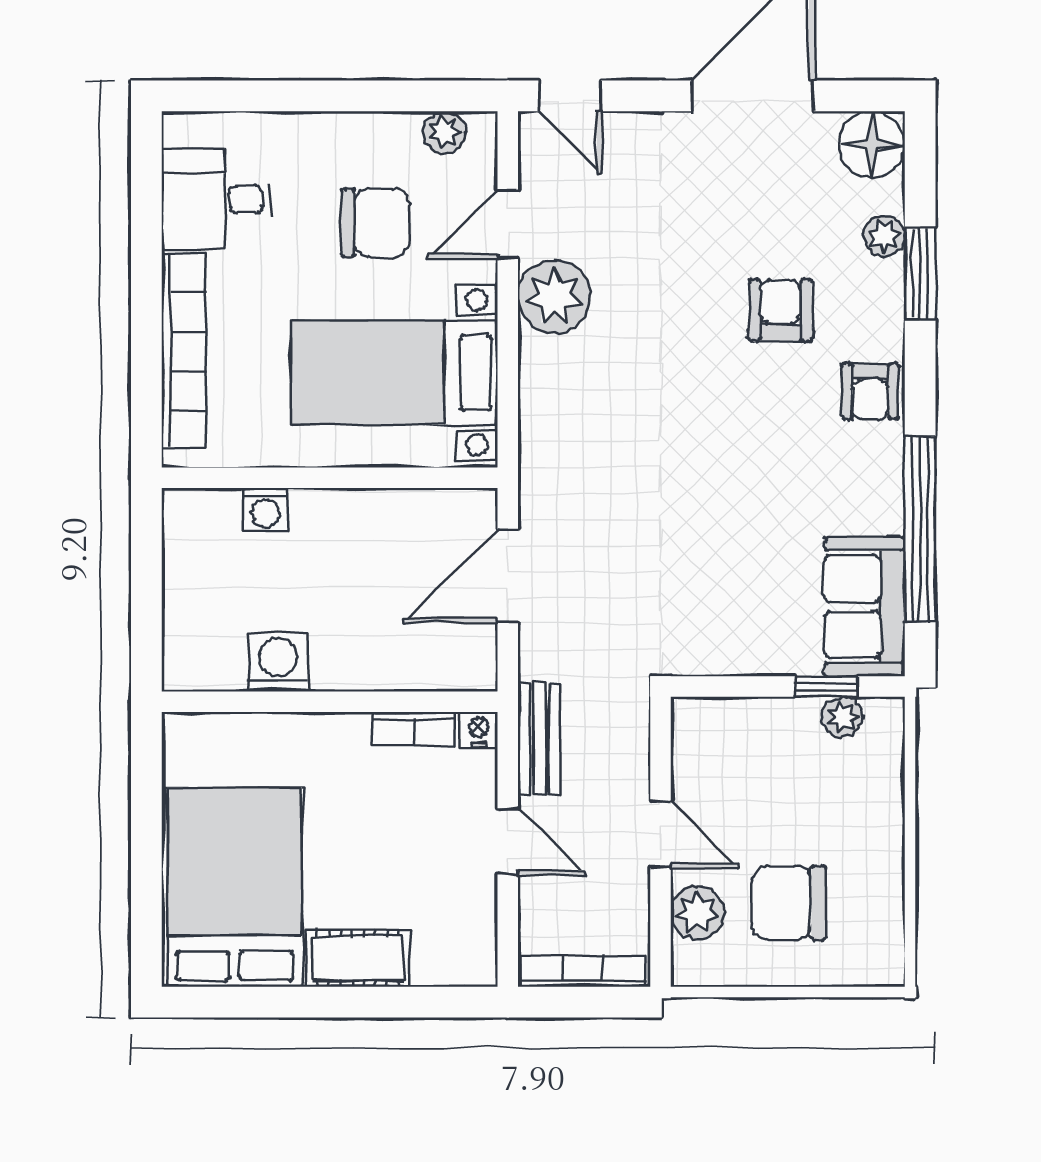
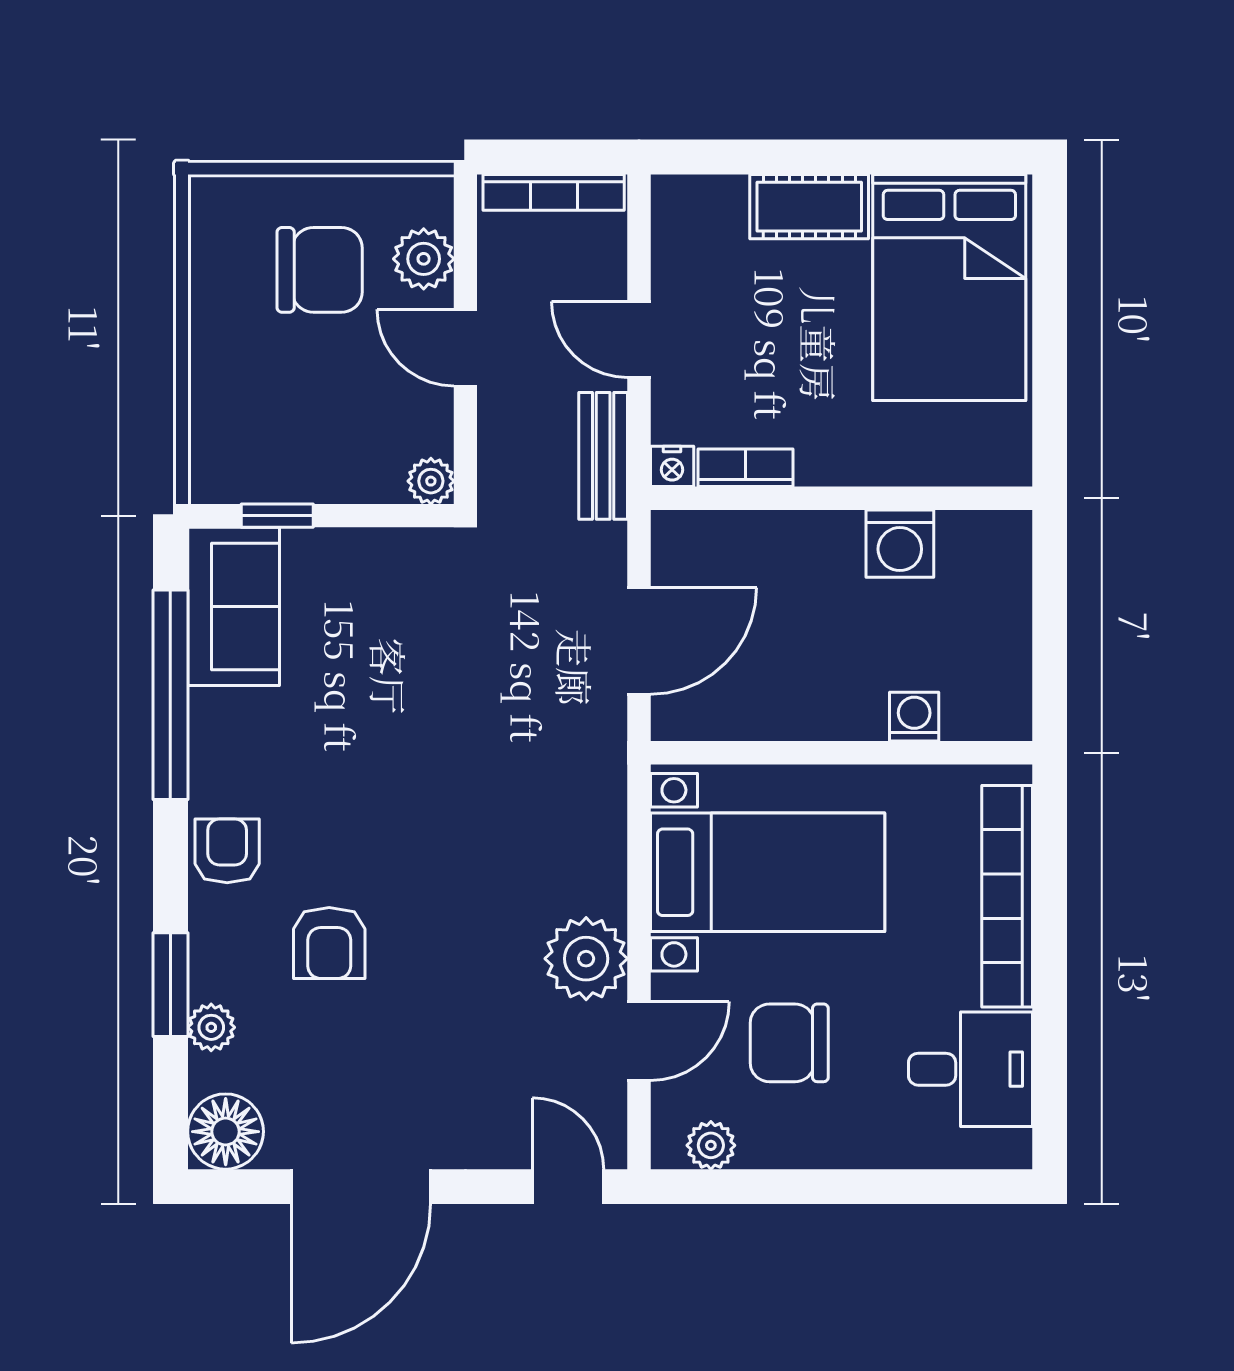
plant: (842, 717) -> (431, 481), moved

